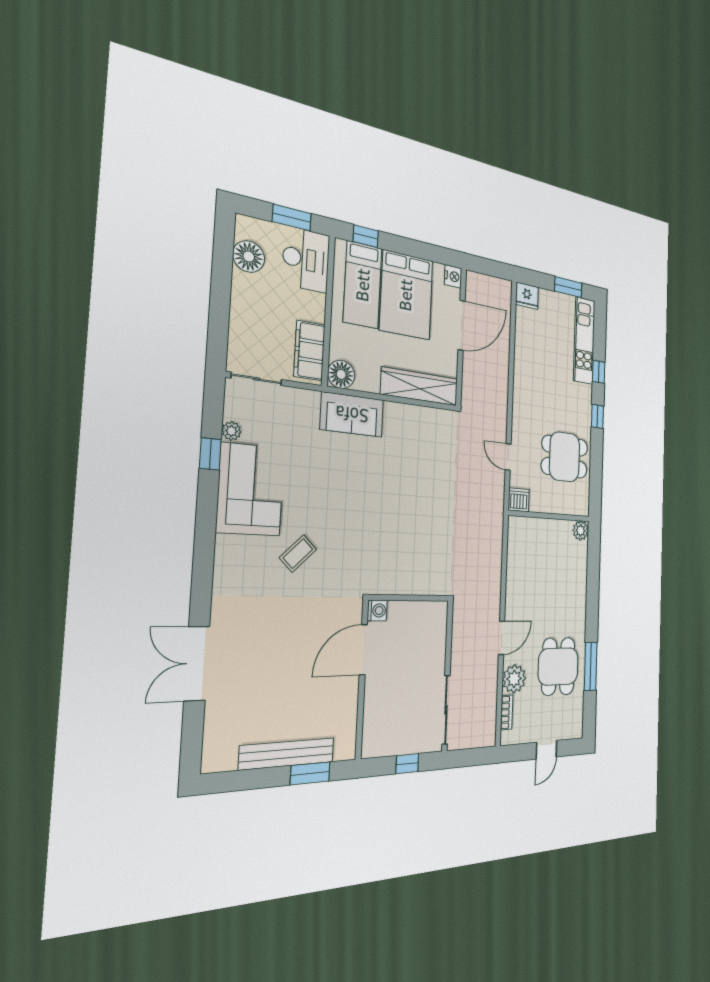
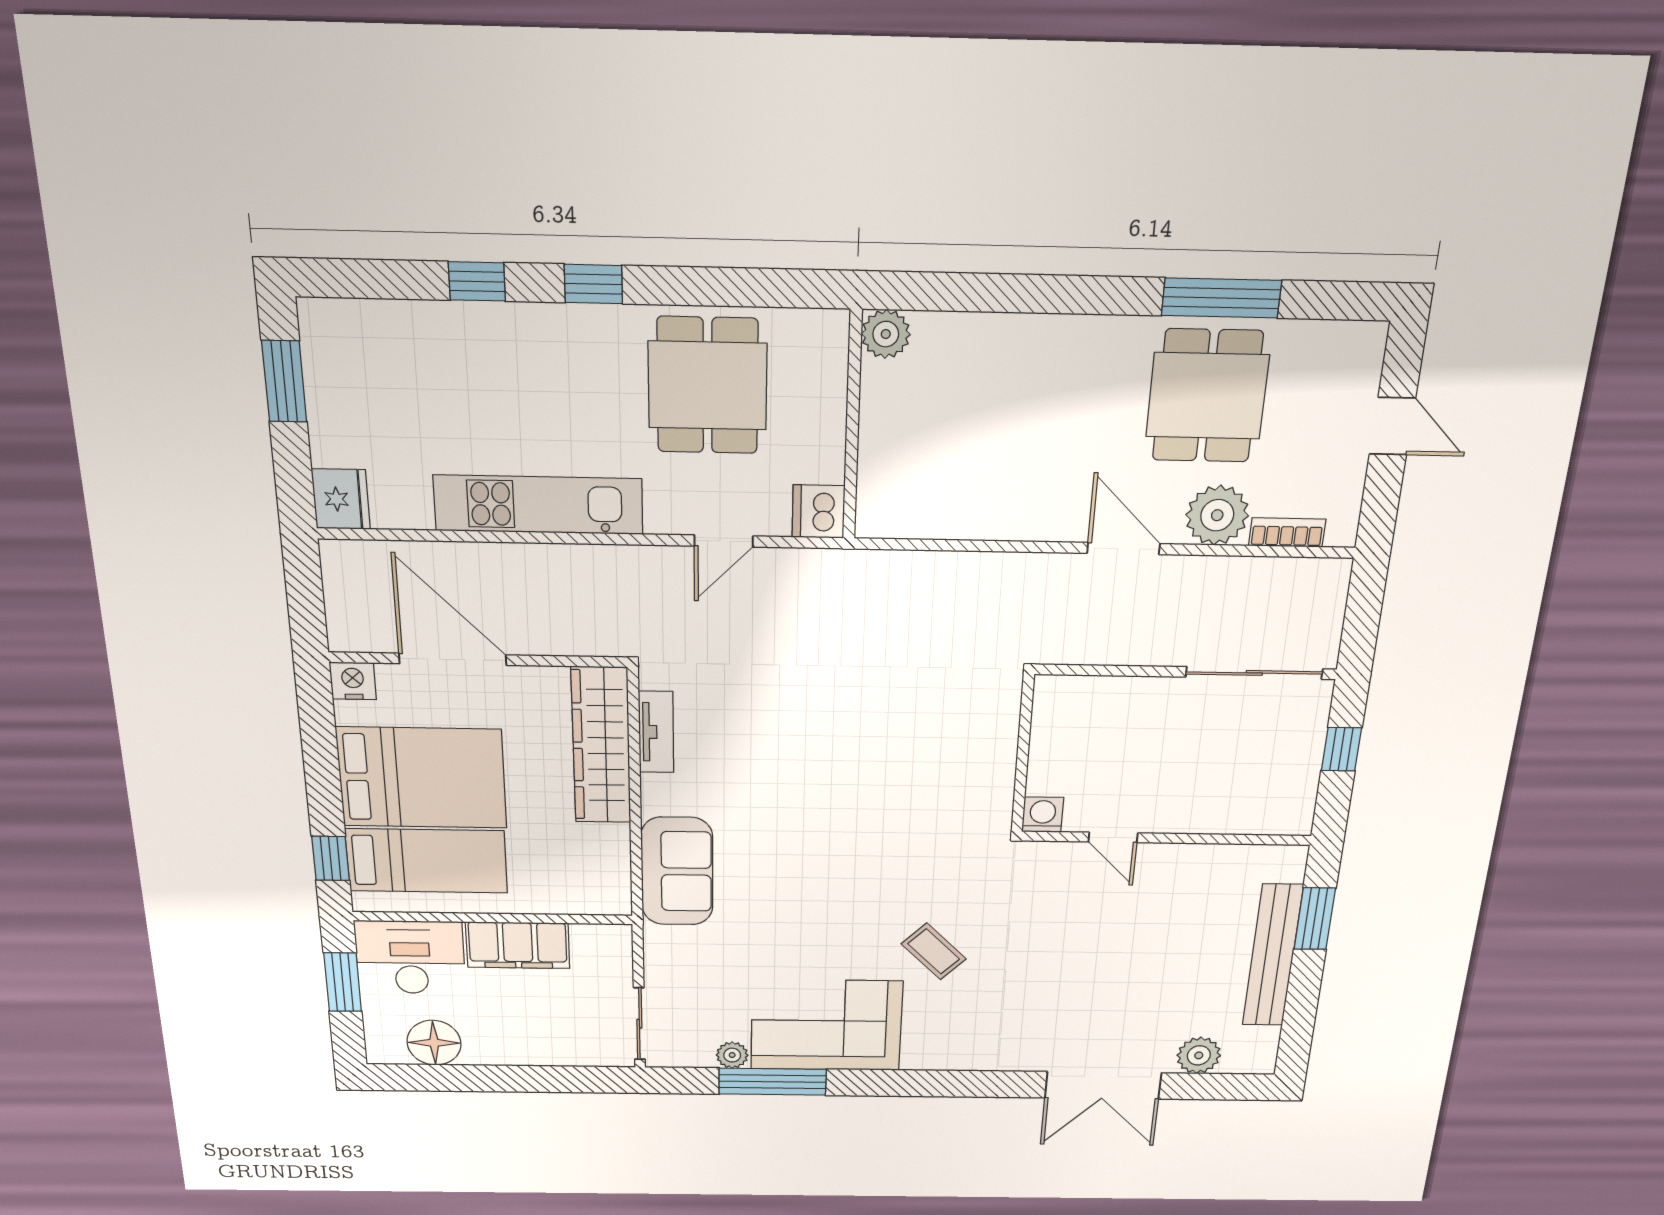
kitchen unit: (584, 341) -> (538, 505), moved, turned 180
filing cabinet: (309, 351) -> (518, 945), moved
floor lamp: (341, 374) -> (606, 892), removed
tv unit: (426, 415) -> (656, 732), added
window: (210, 454) -> (773, 1082), width x2.17
door: (363, 650) -> (1113, 837), width x0.53
dining table: (558, 666) -> (1207, 396), turned 90
plant: (217, 722) -> (1199, 1055), added

